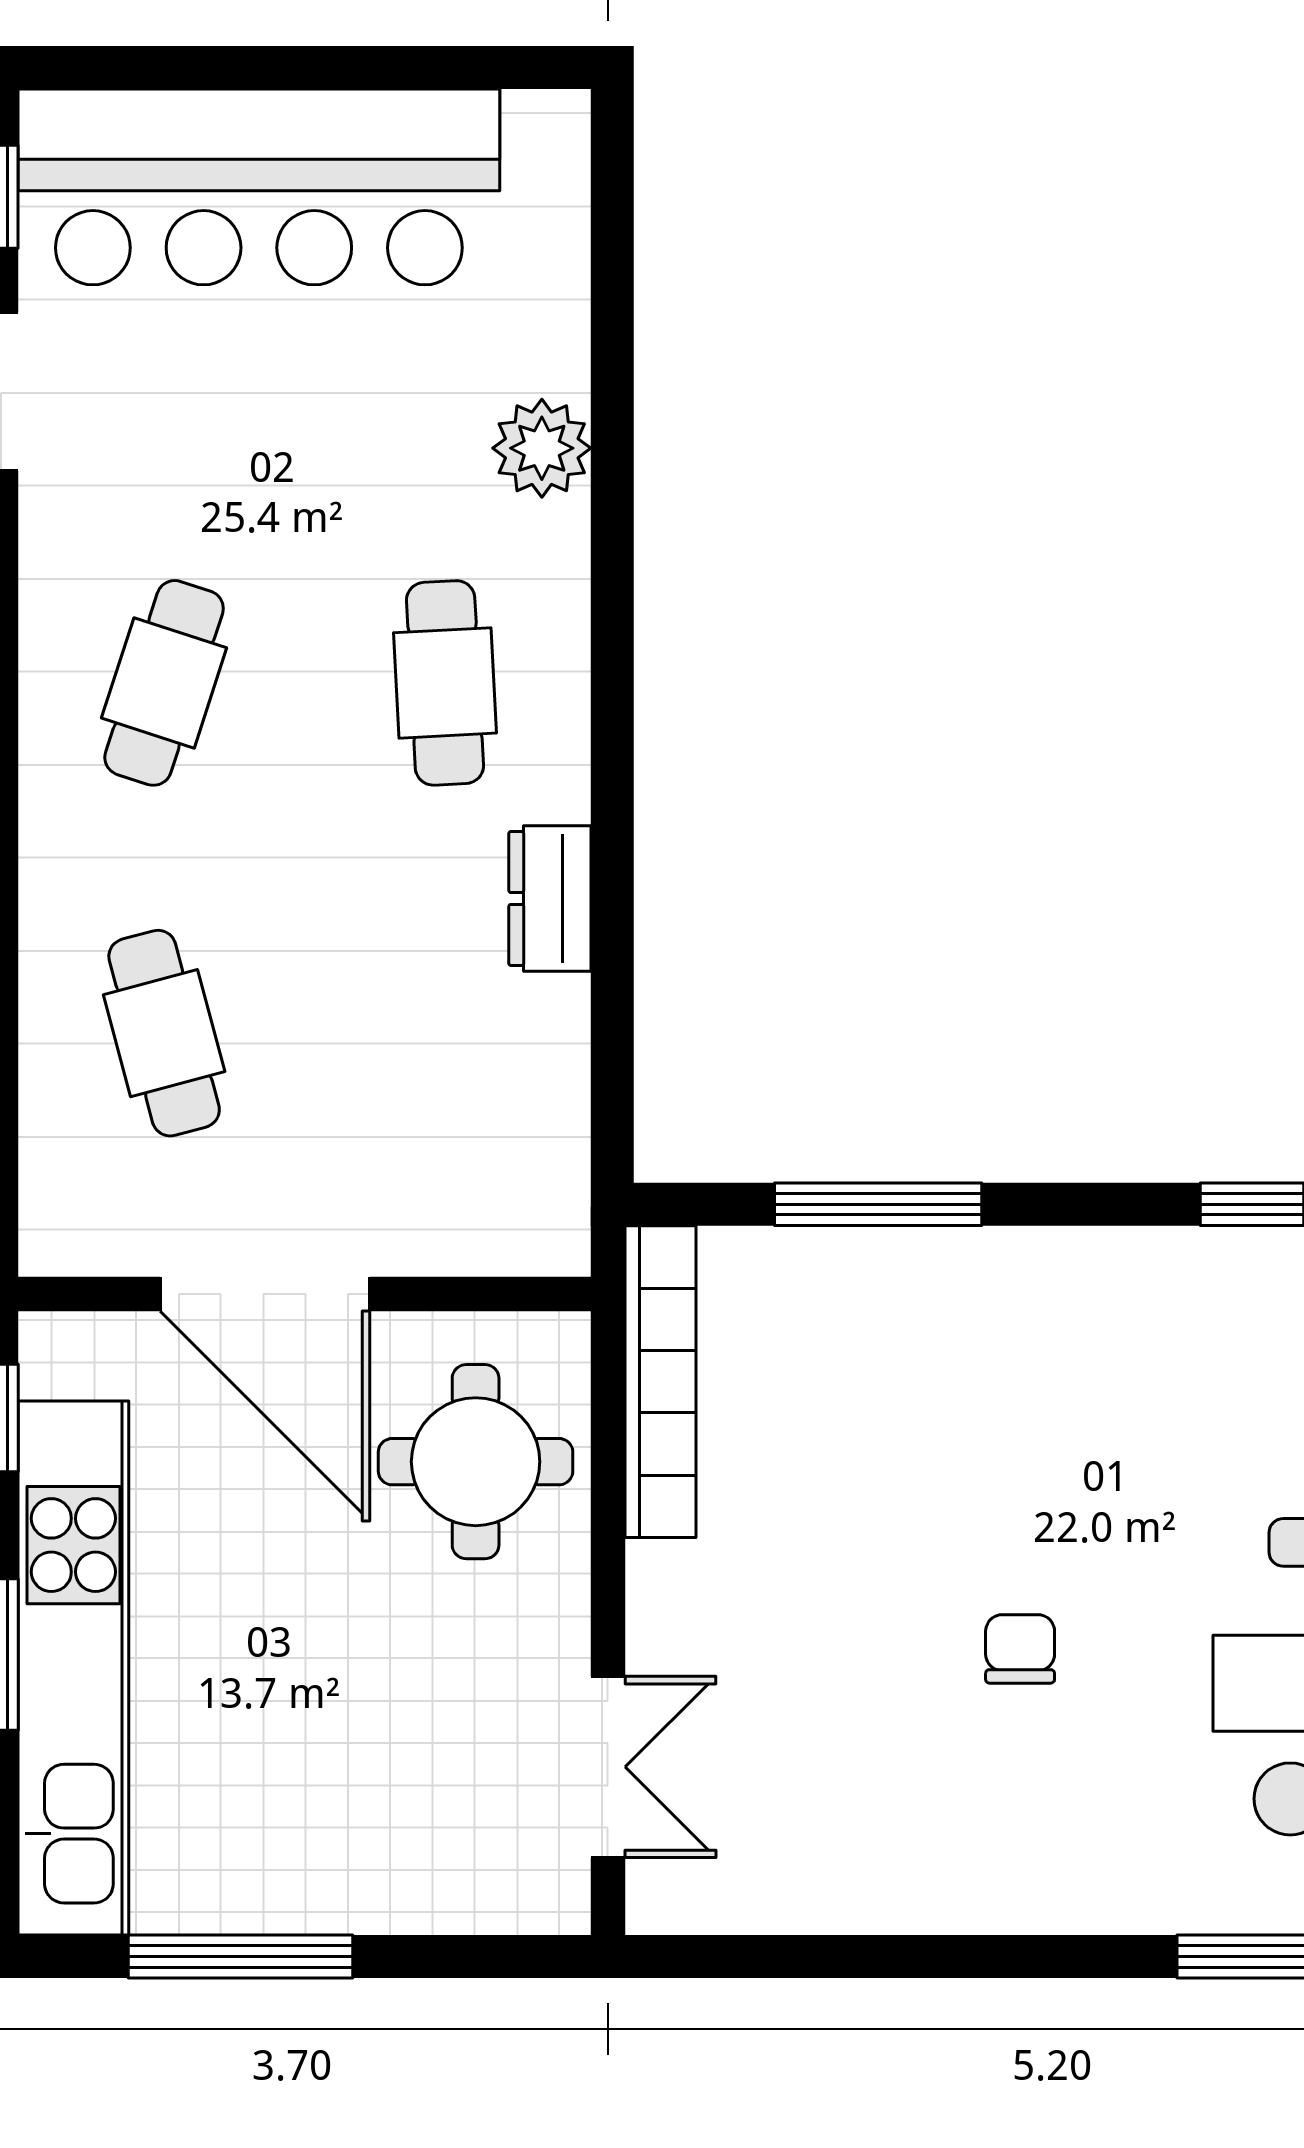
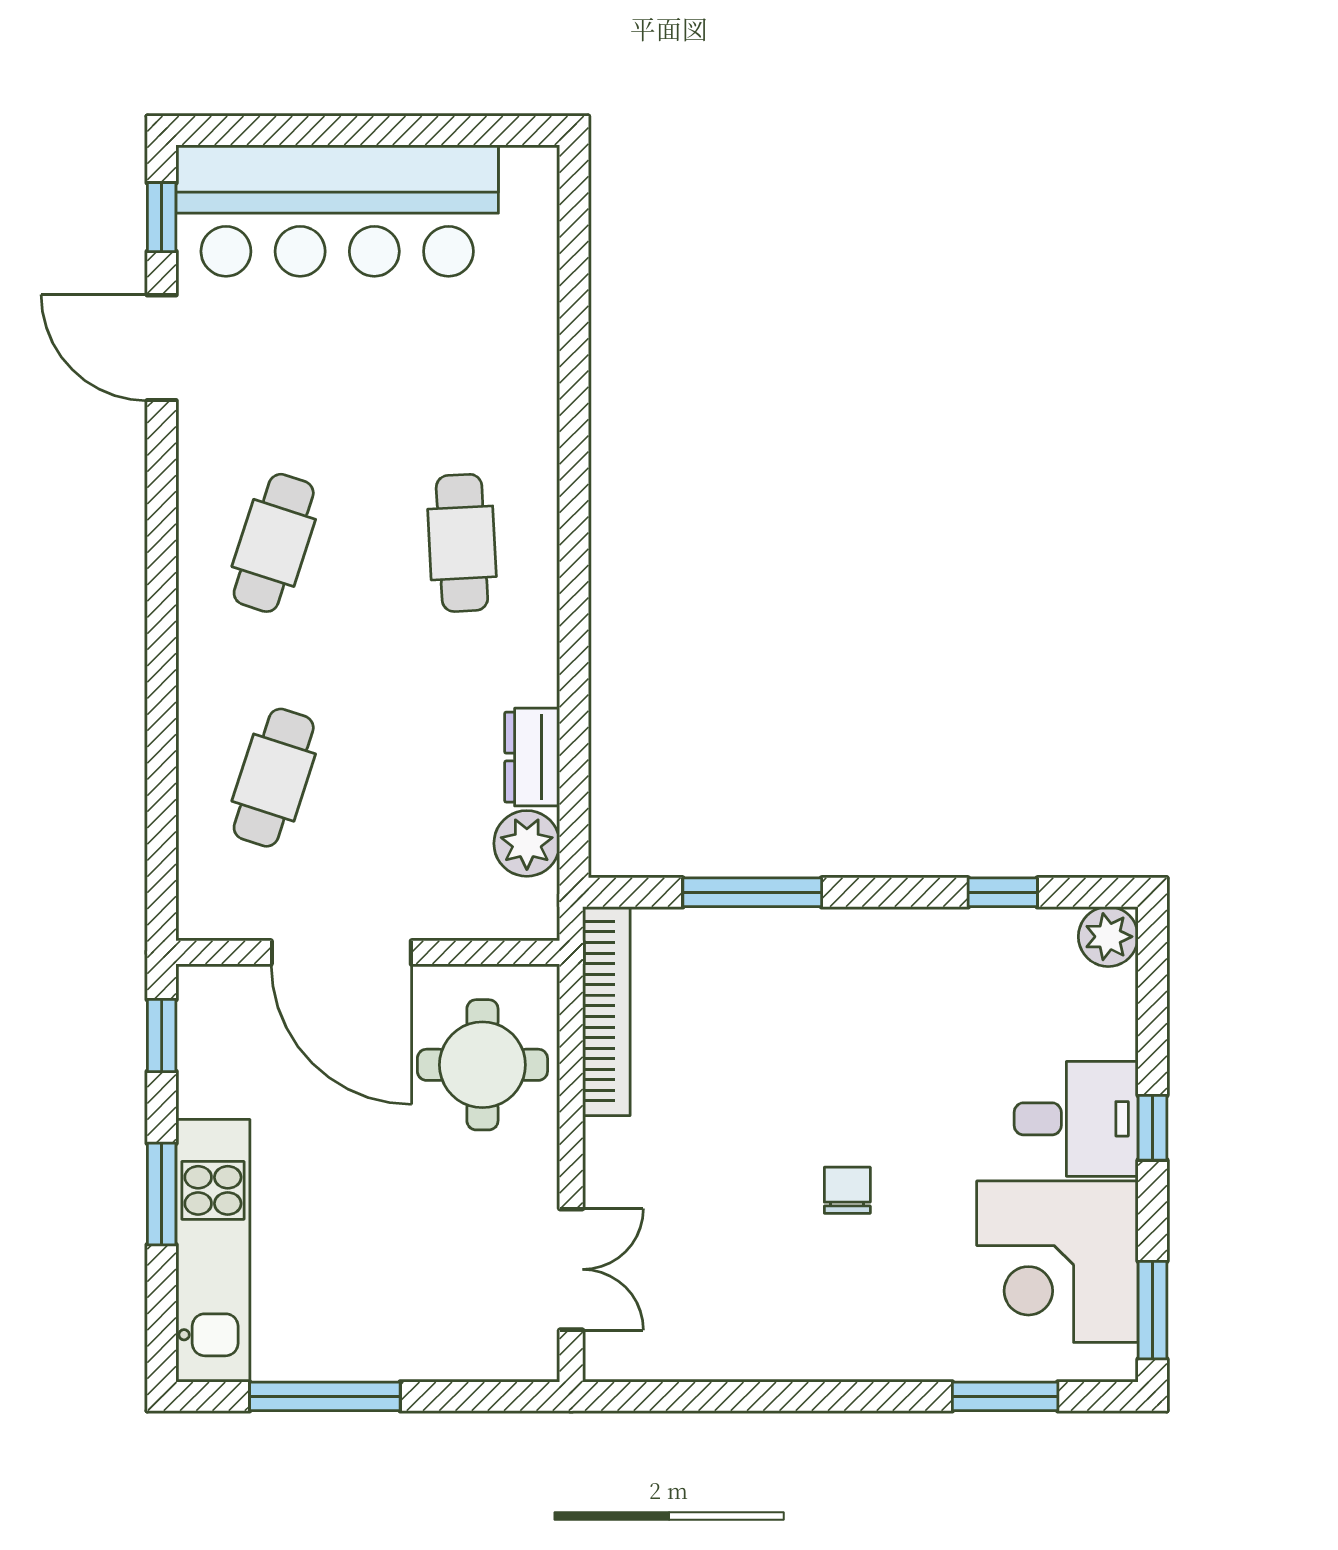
plant: (542, 448) -> (527, 843), moved
dresser: (550, 898) -> (532, 757), moved
cafe table: (164, 1033) -> (274, 778), turned 33
kitchen unit: (73, 1668) -> (213, 1251), width x0.73

